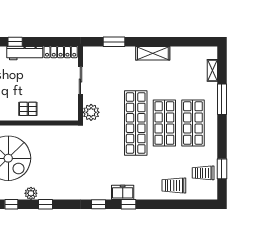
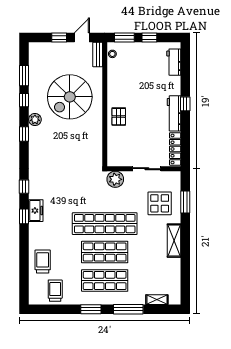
display table: (115, 68) -> (160, 203), added
window: (222, 169) -> (91, 309), moved

